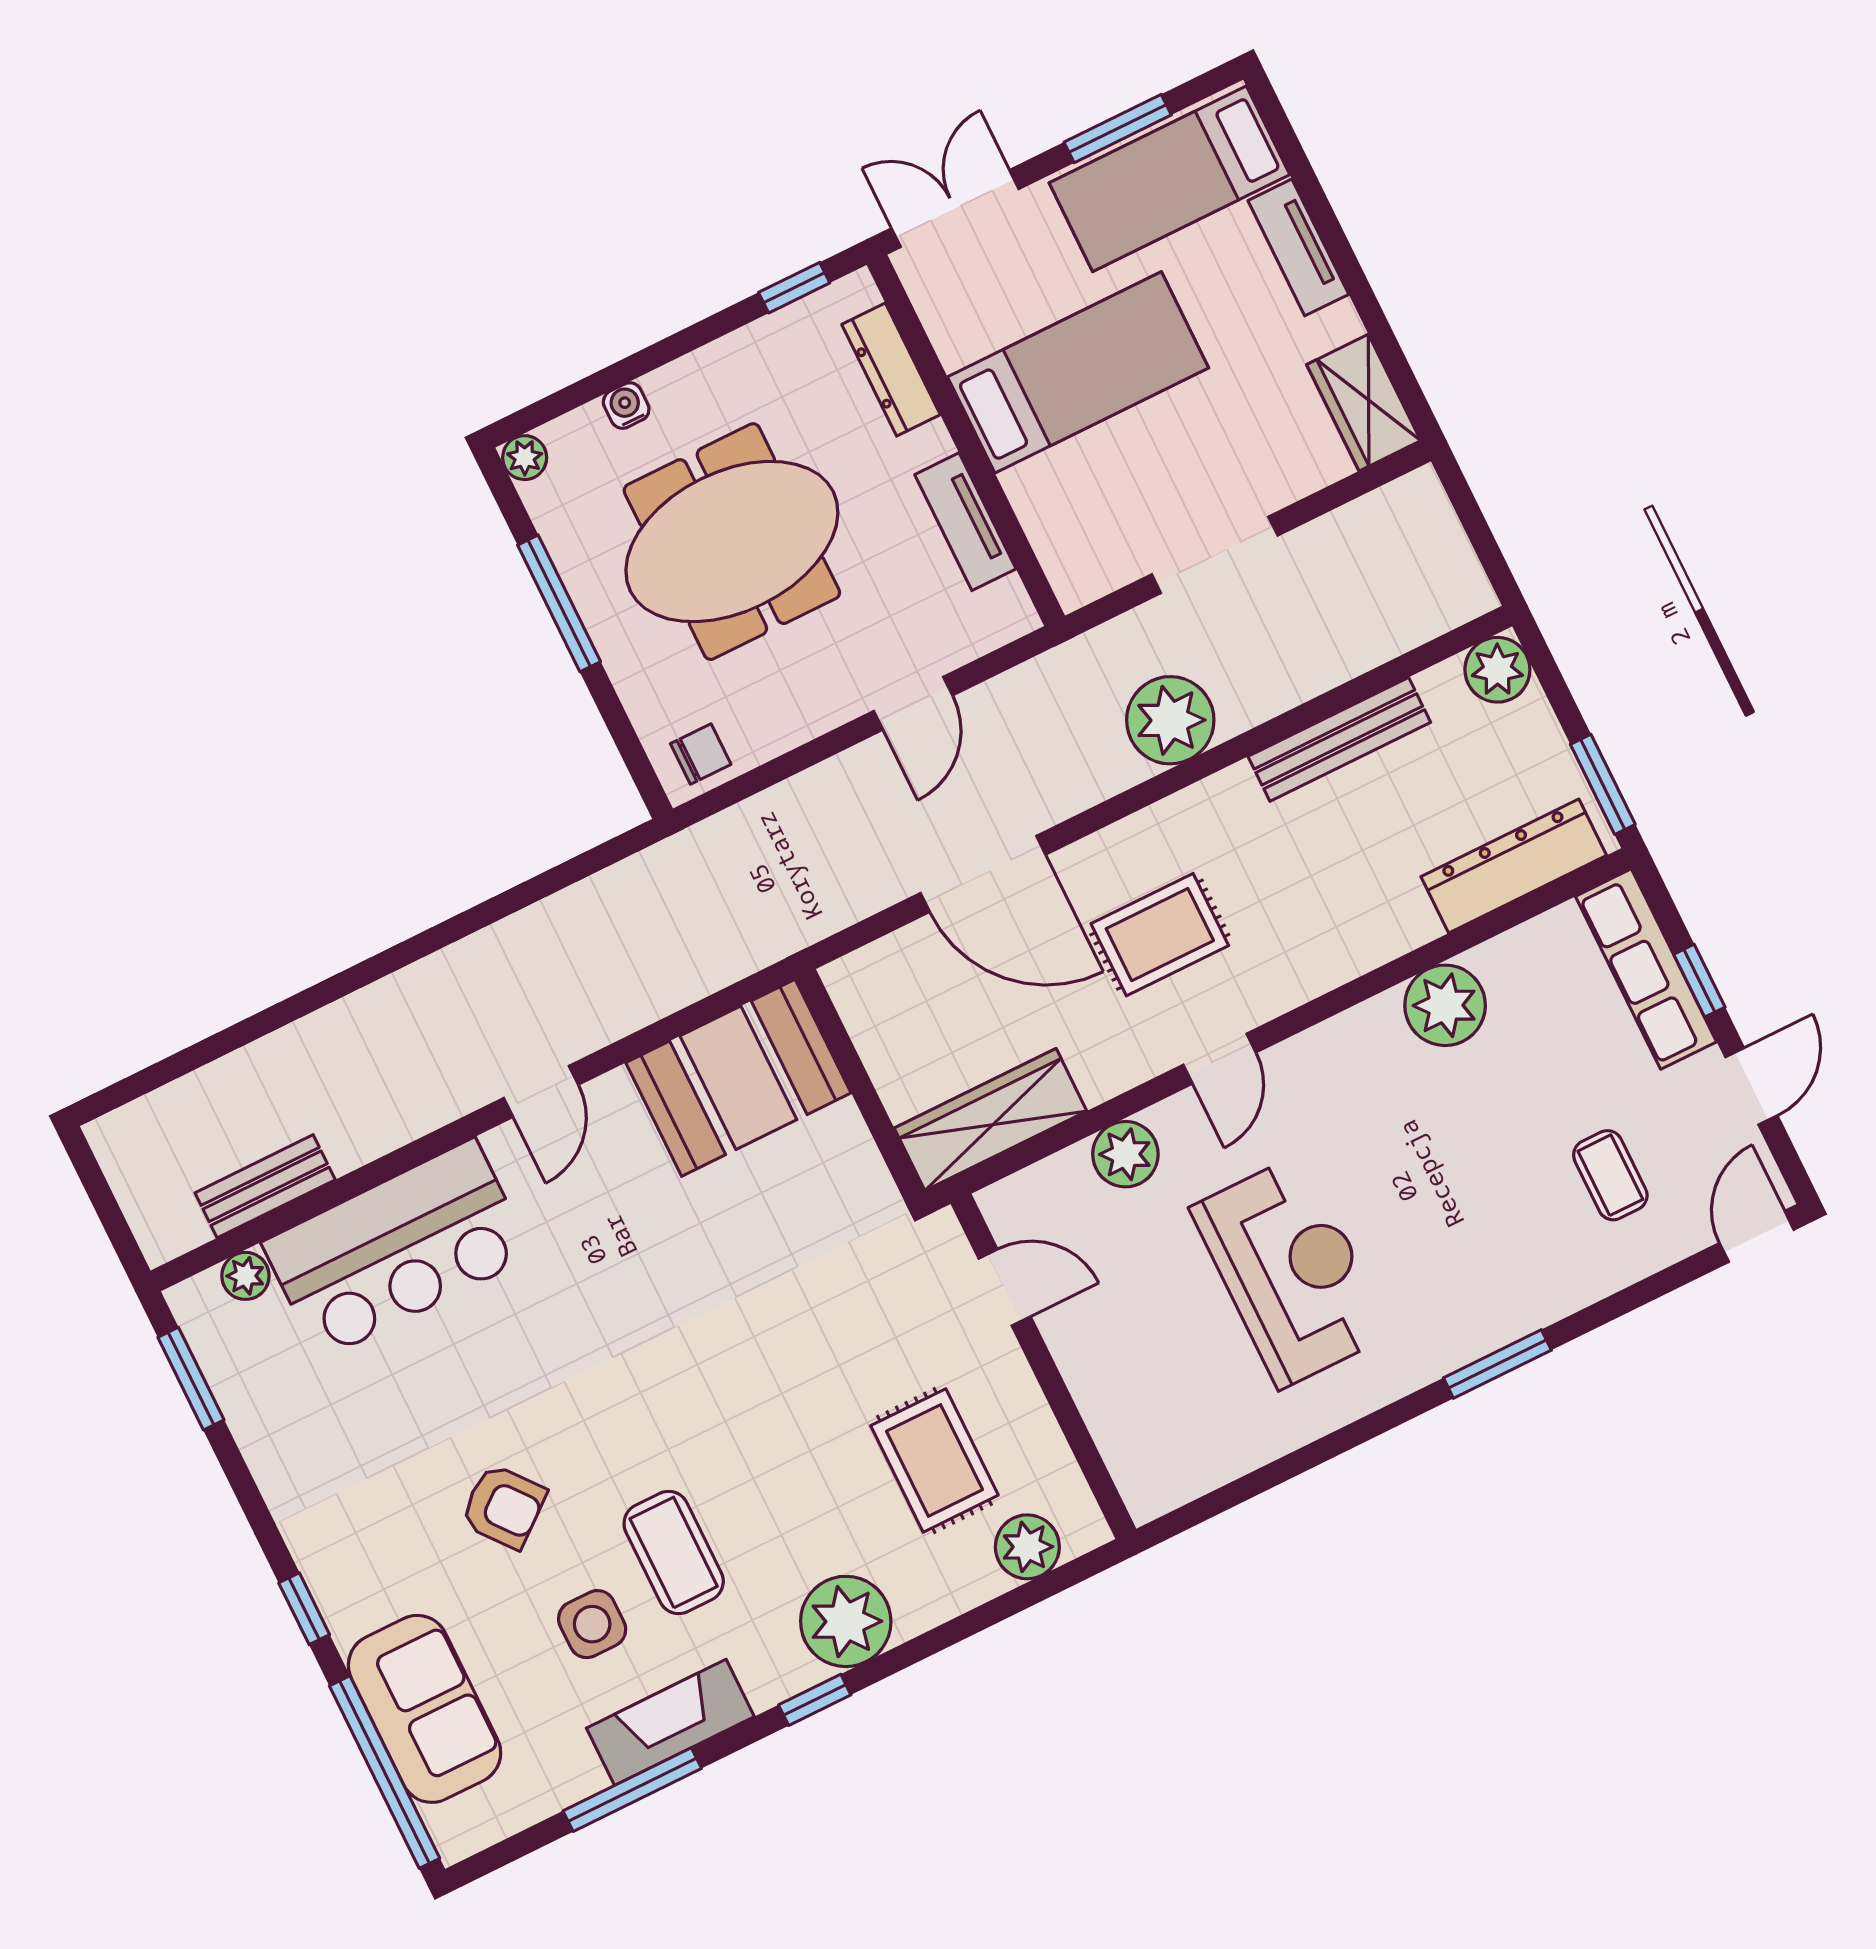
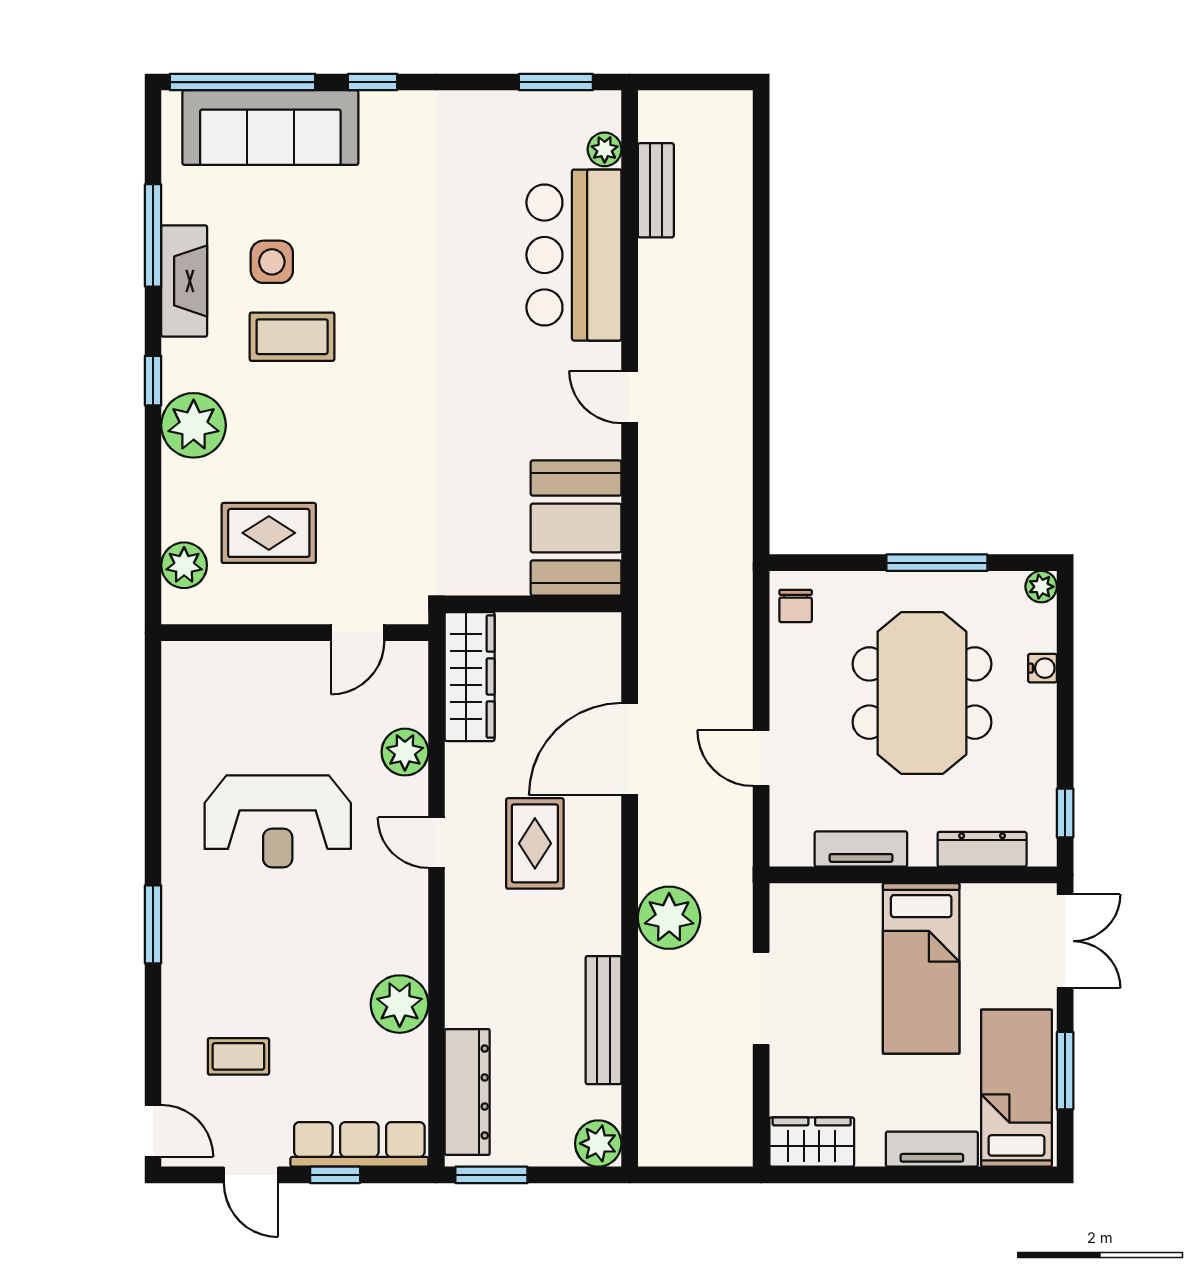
armchair: (503, 1506) -> (375, 242), removed
sofa: (425, 1709) -> (270, 128), width x1.36

